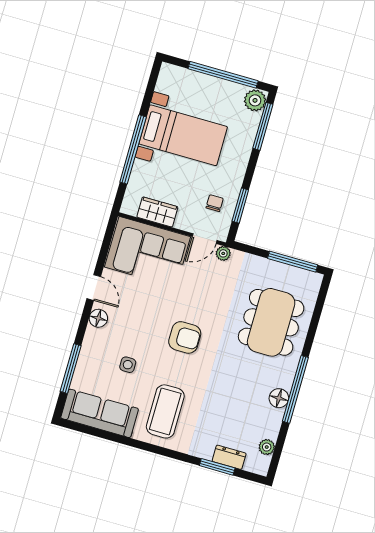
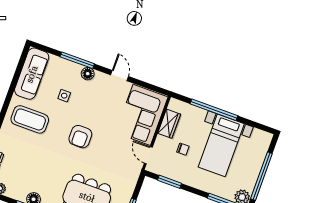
chair: (215, 203) -> (183, 149), moved
plant: (223, 253) -> (137, 168), removed
door: (94, 288) -> (120, 76), swing flipped
floor lamp: (98, 318) -> (88, 74), moved
window: (71, 369) -> (77, 60), moved

